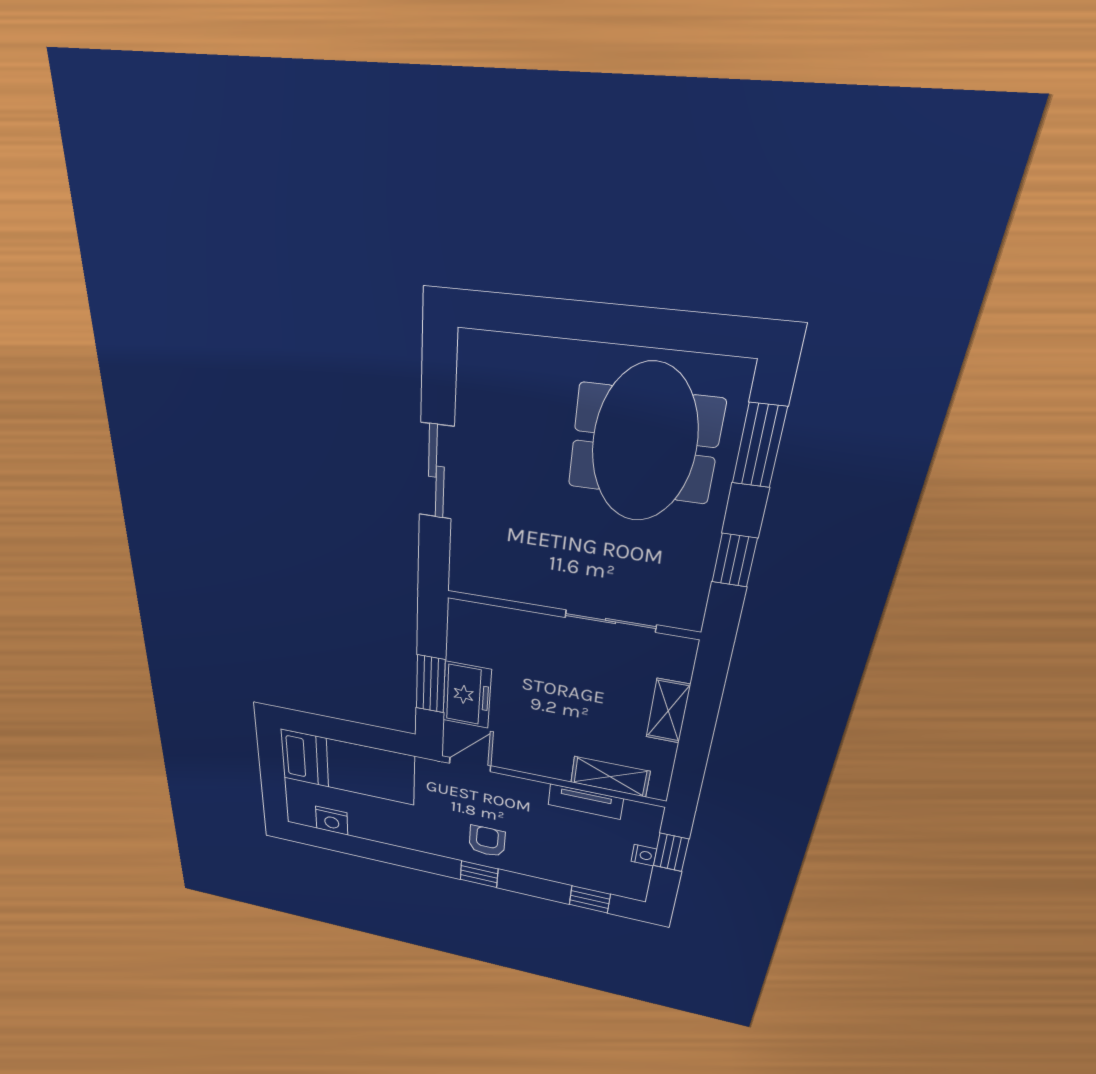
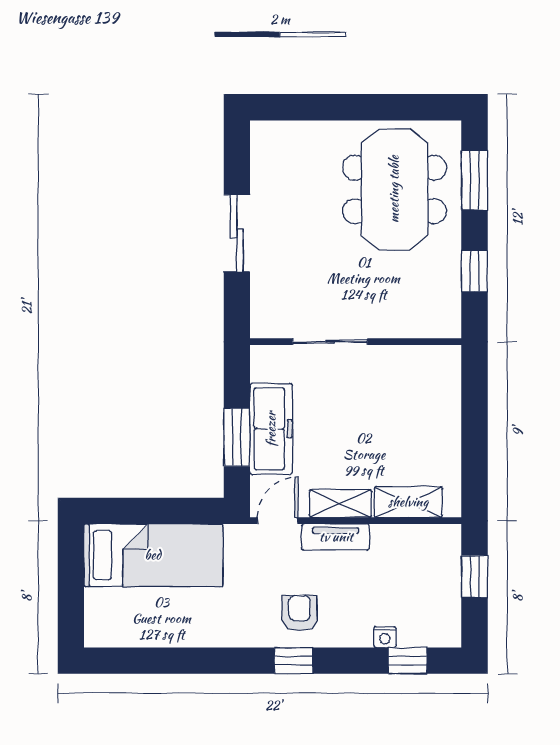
sliding door: (610, 621) -> (330, 342), moved
freezer: (467, 695) -> (271, 429), width x1.40
shelving: (668, 711) -> (340, 503), moved, turned 90
tv unit: (585, 802) -> (336, 537), moved
nightstand: (332, 821) -> (134, 632), removed
nightstand: (644, 855) -> (385, 637), moved, turned 90

